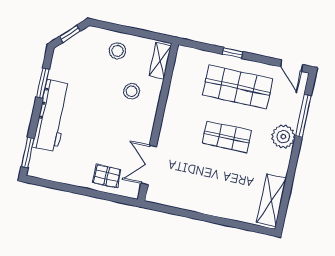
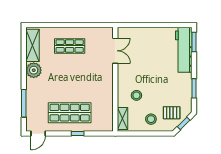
door: (292, 66) -> (38, 134), swing flipped
workbench: (52, 116) -> (184, 50), moved
shop shelf: (227, 137) -> (70, 46), moved
plant: (283, 137) -> (34, 70), moved
pallet: (107, 176) -> (172, 113), moved

